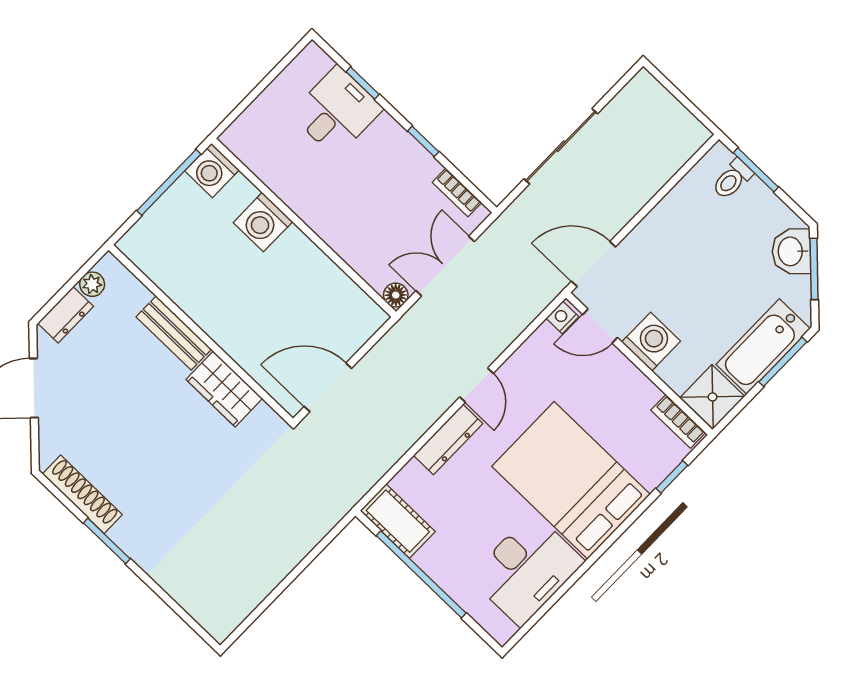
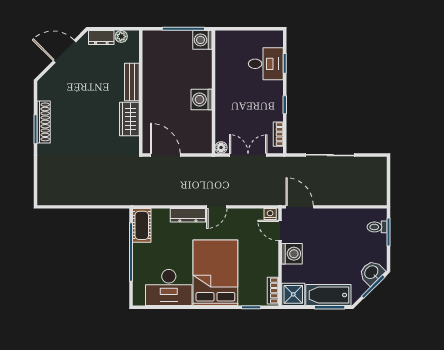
washing machine: (263, 222) -> (202, 99), moved
shoe rack: (82, 494) -> (44, 122), moved

